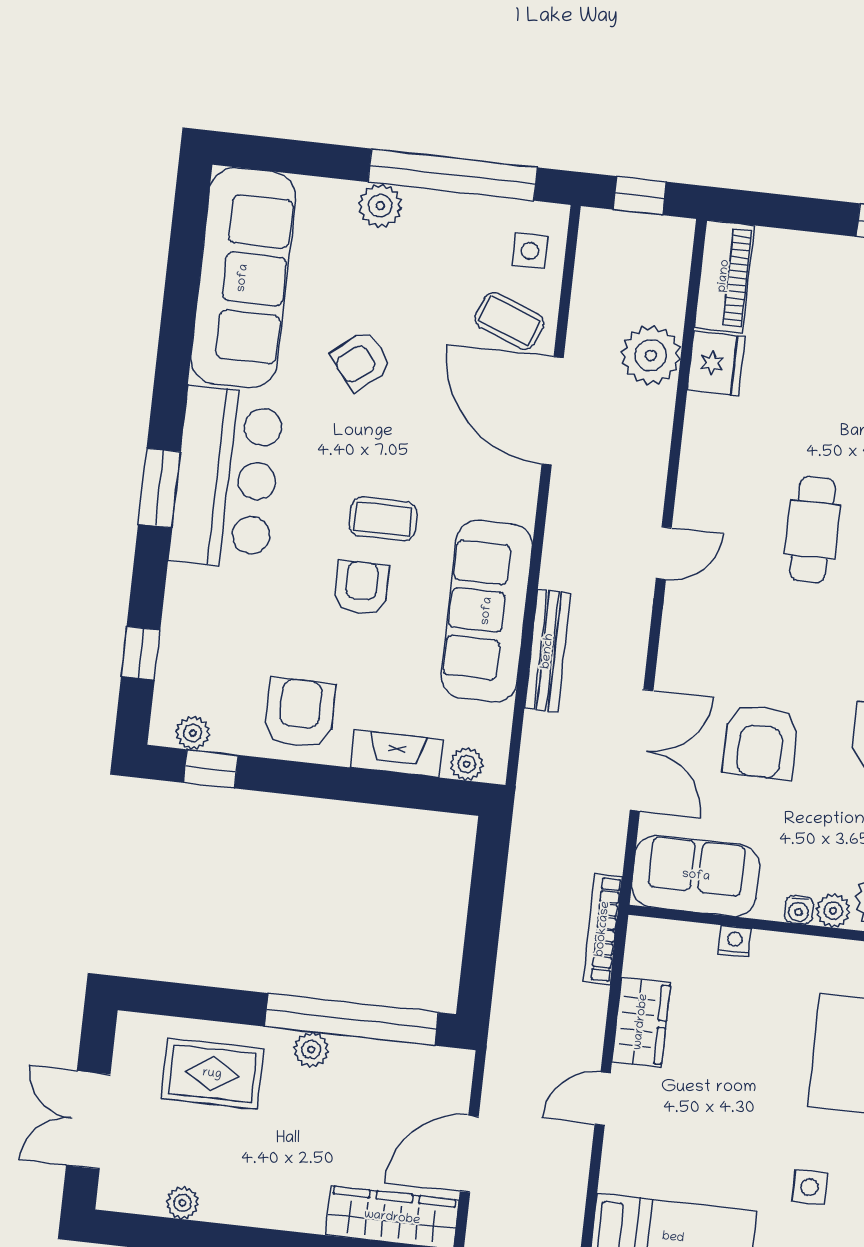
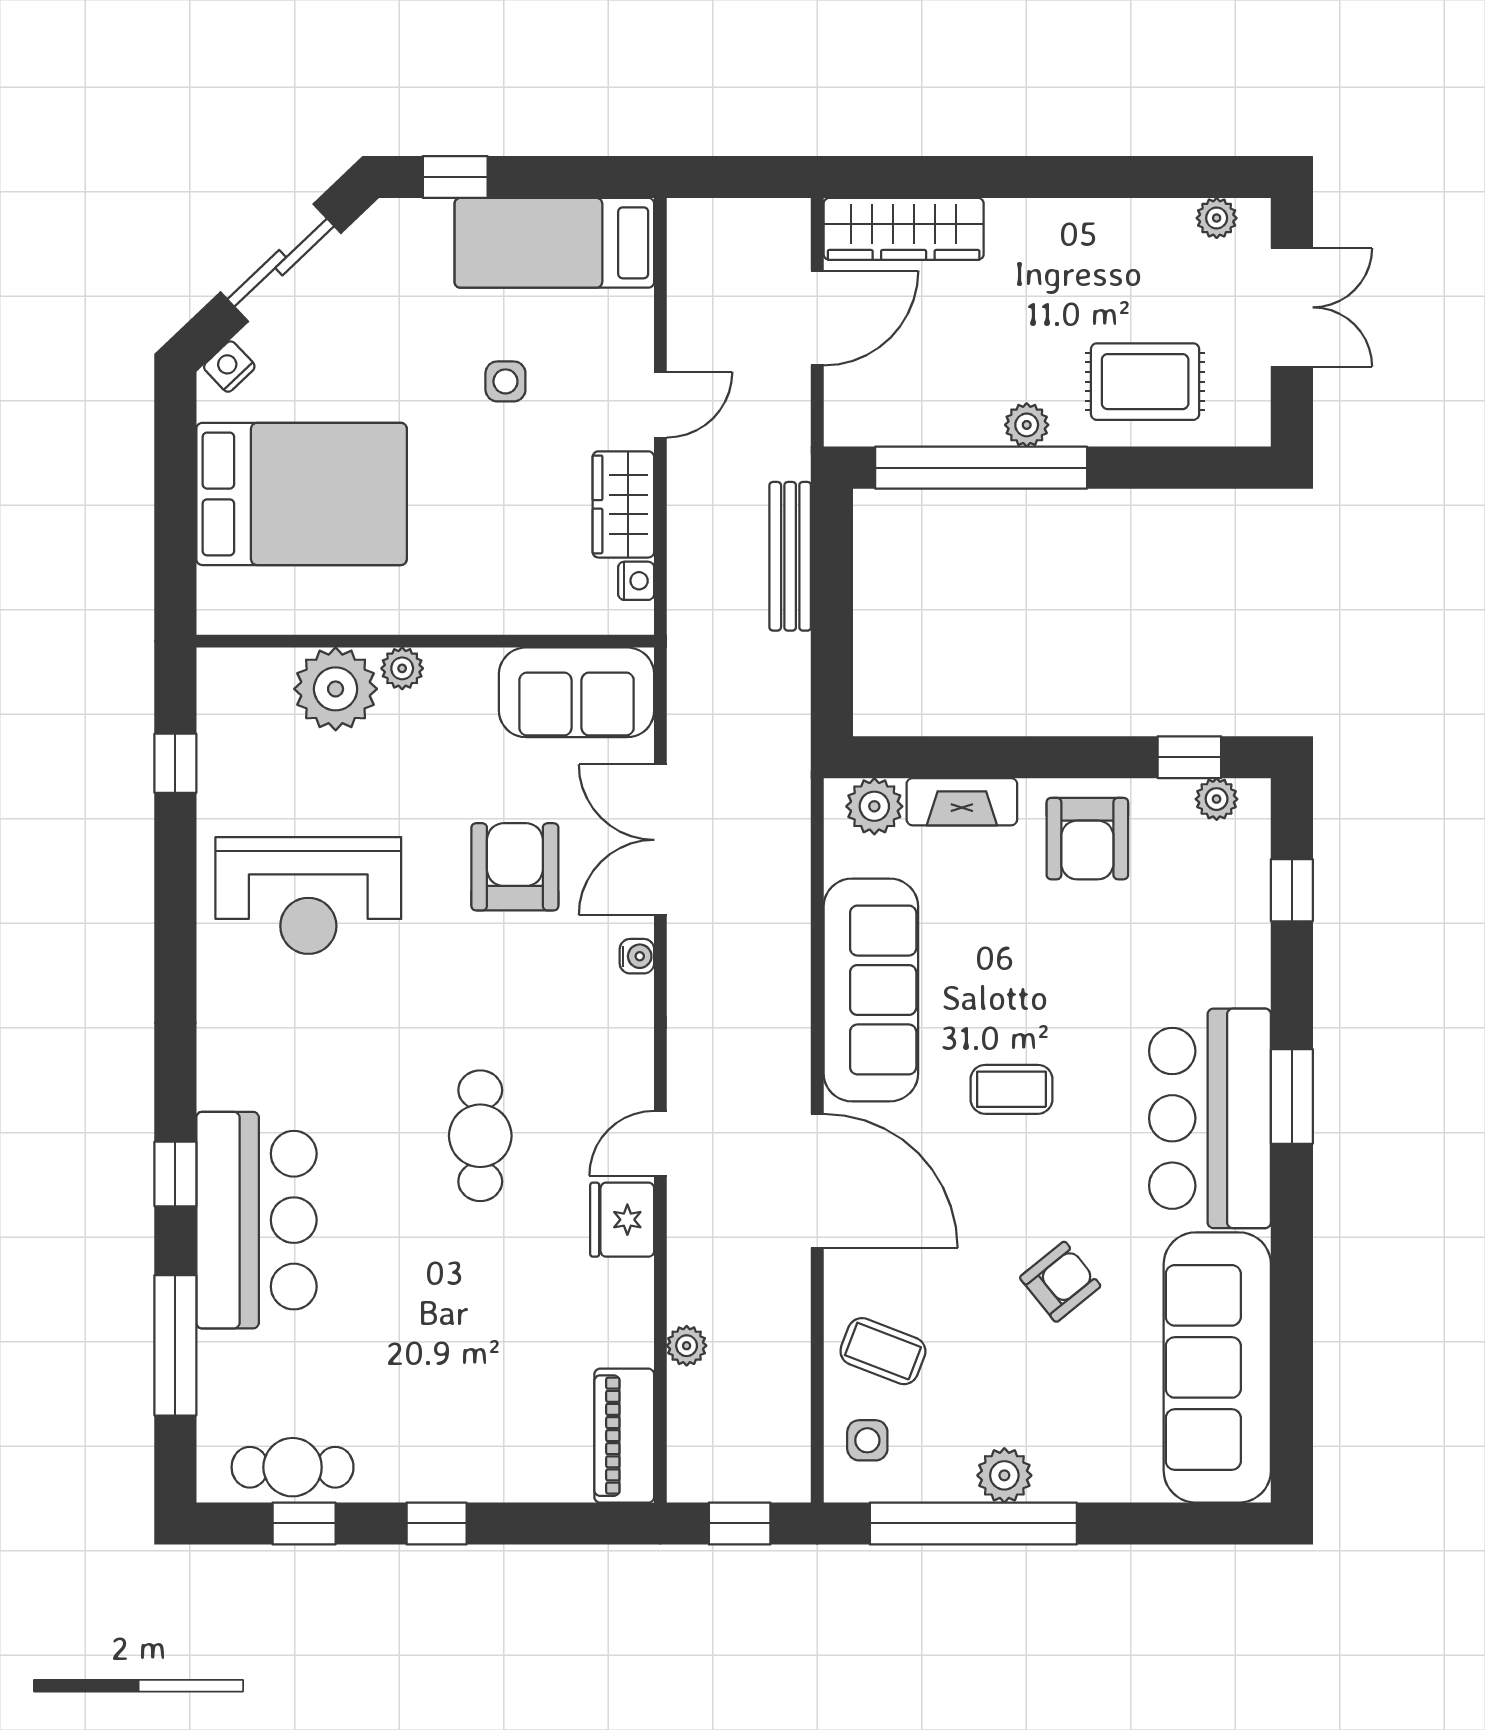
plant: (380, 206) -> (1004, 1475), moved
plant: (651, 355) -> (687, 1346), width x0.53, depth x0.53
fridge: (716, 363) -> (622, 1220), moved
door: (553, 411) -> (817, 1181), moved
door: (664, 553) -> (660, 1143), moved
armchair: (361, 588) -> (1029, 1001), removed
bench: (548, 651) -> (790, 556), moved
plant: (467, 764) -> (874, 806), width x1.38, depth x1.38
water cooler: (799, 910) -> (637, 956), moved, turned 90
bookcase: (603, 929) -> (684, 614), removed
nightstand: (735, 941) -> (636, 581), moved, turned -90
side table: (810, 1187) -> (505, 381), moved
plant: (183, 1203) -> (1217, 218), moved

